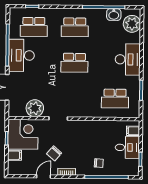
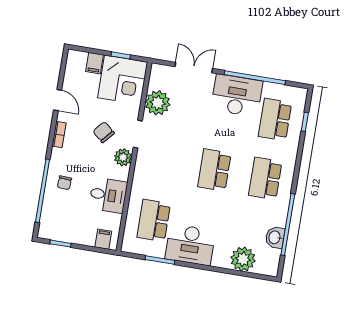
plant: (132, 24) -> (243, 259), moved
desk: (128, 59) -> (190, 245), moved
plant: (75, 126) -> (123, 157), added
desk: (127, 147) -> (108, 195), moved, turned -90
chair: (54, 153) -> (104, 132), moved

